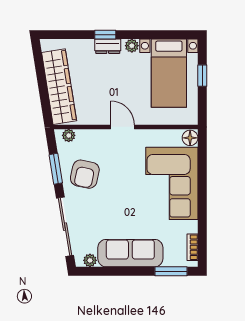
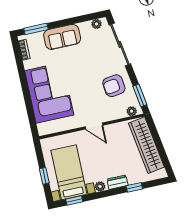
window: (105, 35) -> (134, 187), moved
window: (170, 35) -> (74, 200), added
floor lamp: (190, 138) -> (43, 129), removed
window: (56, 169) -> (140, 95), moved
armchair: (85, 174) -> (114, 86), turned -110
sofa: (130, 253) -> (62, 37), width x0.73

